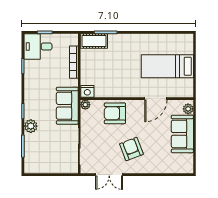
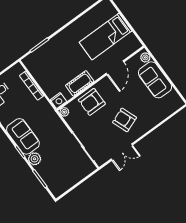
cot: (94, 41) -> (80, 83), moved
sofa: (67, 106) -> (23, 136), moved, turned 180

